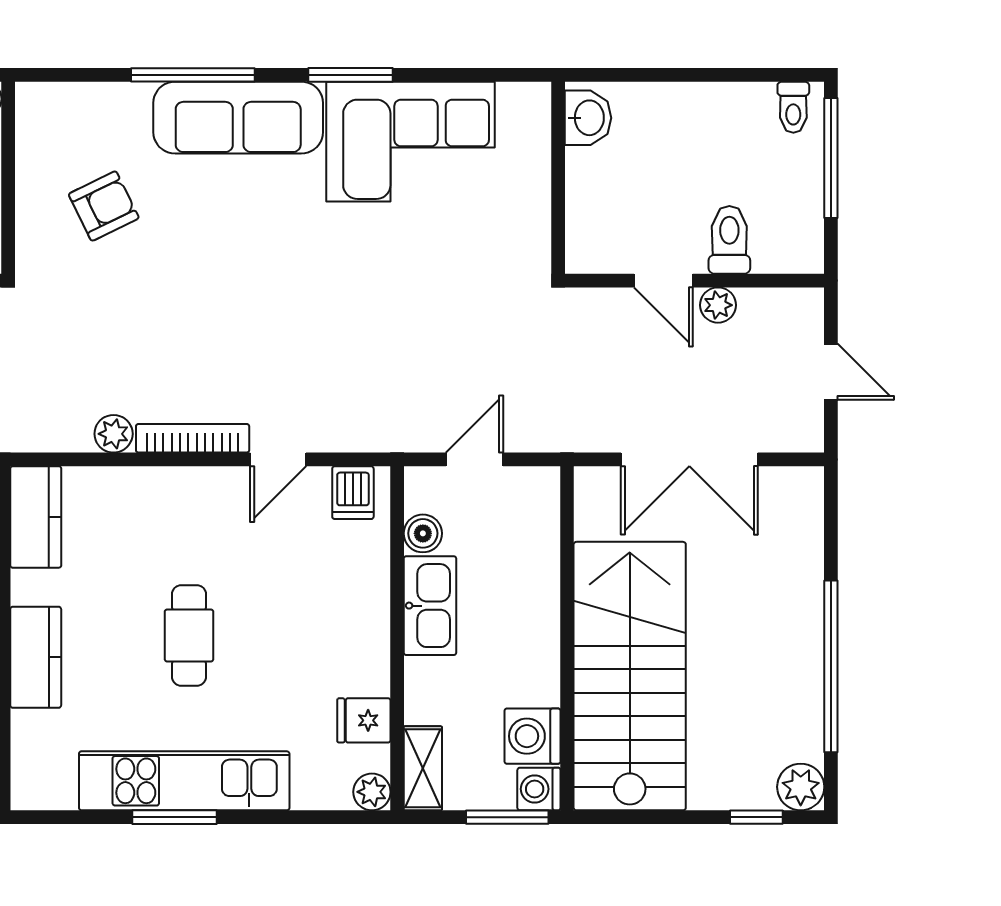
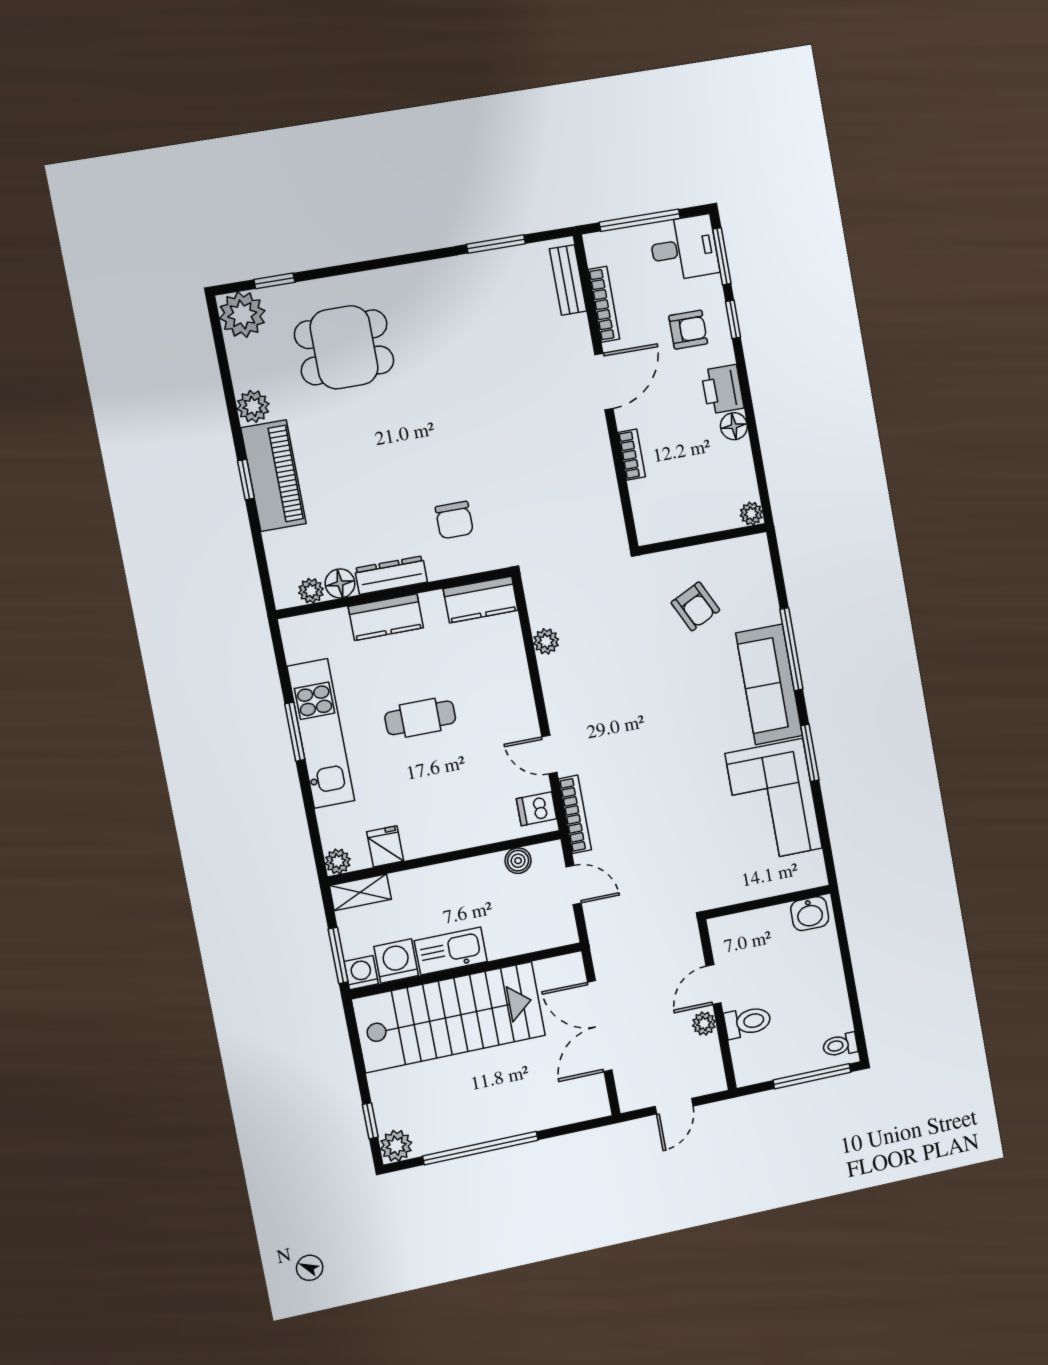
bookcase: (193, 438) -> (575, 814), moved
kitchen sink: (430, 606) -> (451, 951), moved, turned 180

